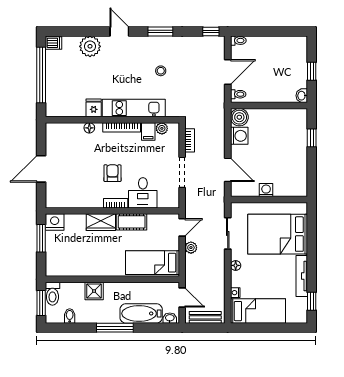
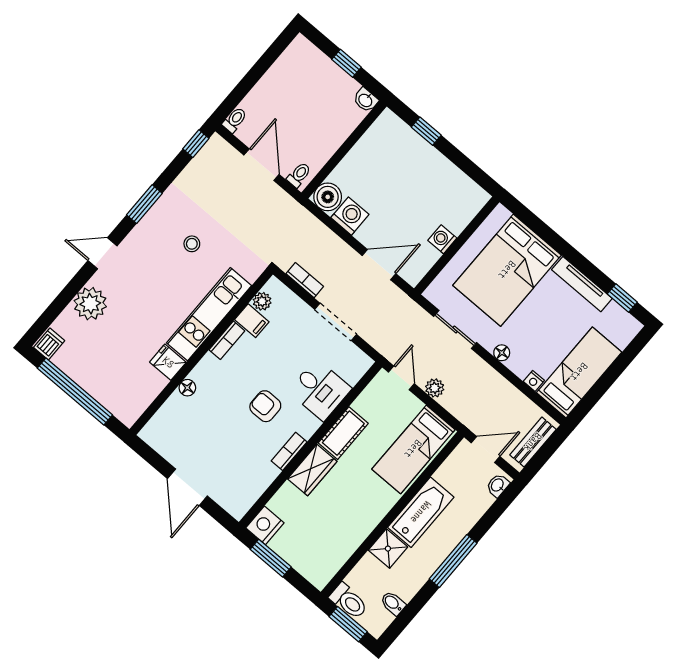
bookcase: (122, 127) -> (227, 340), width x0.64
bookcase: (116, 203) -> (289, 451), moved
bathtub: (141, 313) -> (421, 512), moved, turned 180

